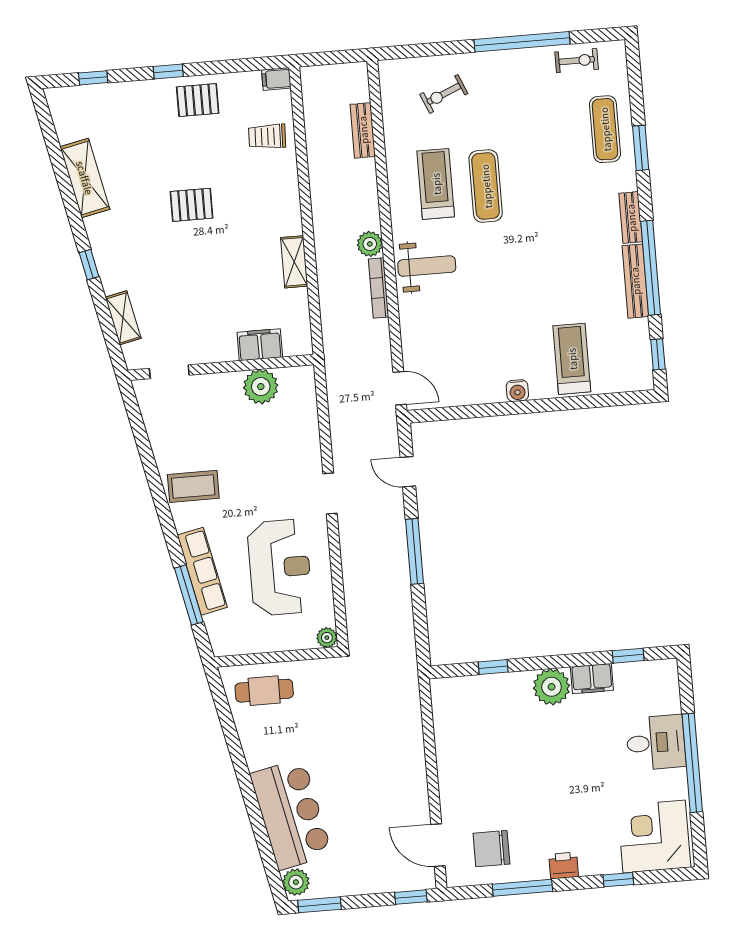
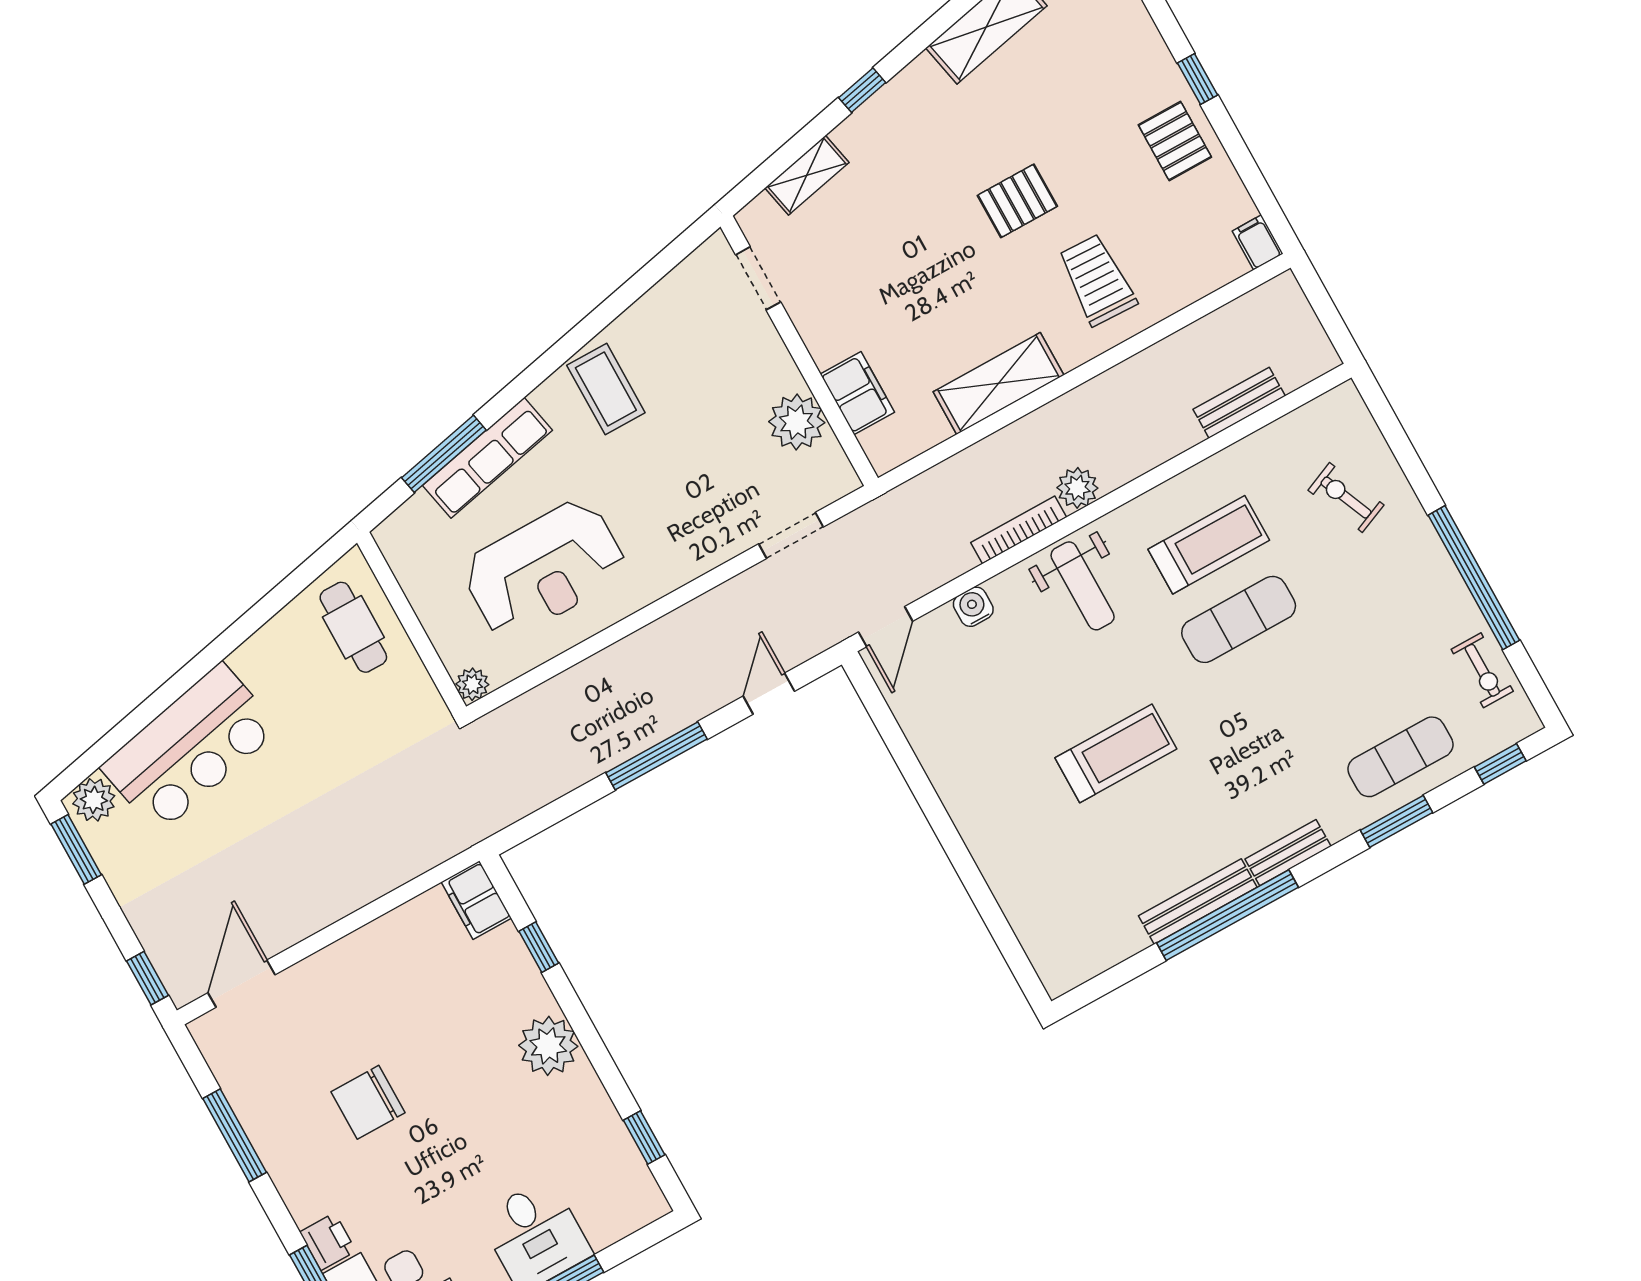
trolley: (267, 136) -> (1097, 280), moved, width x1.36, depth x1.39
pallet: (191, 205) -> (1017, 201), turned 90
shelving: (294, 262) -> (998, 383), width x1.50, depth x1.33
window: (658, 354) -> (1500, 764), moved
treadmill: (572, 359) -> (1116, 753), moved
water cooler: (517, 391) -> (973, 607), moved, turned 90
doorway: (330, 494) -> (791, 535), moved
filing cabinet: (592, 679) -> (476, 900), moved
chair: (491, 849) -> (368, 1102), moved, turned -90
printer: (564, 865) -> (328, 1241), moved

